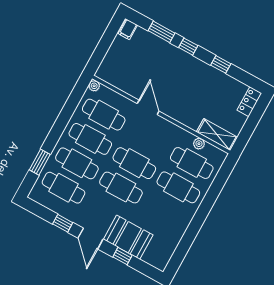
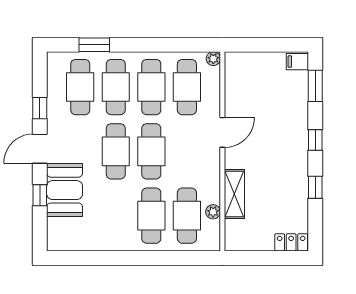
window: (161, 32) -> (315, 86), moved
shelving: (217, 135) -> (234, 194), moved

